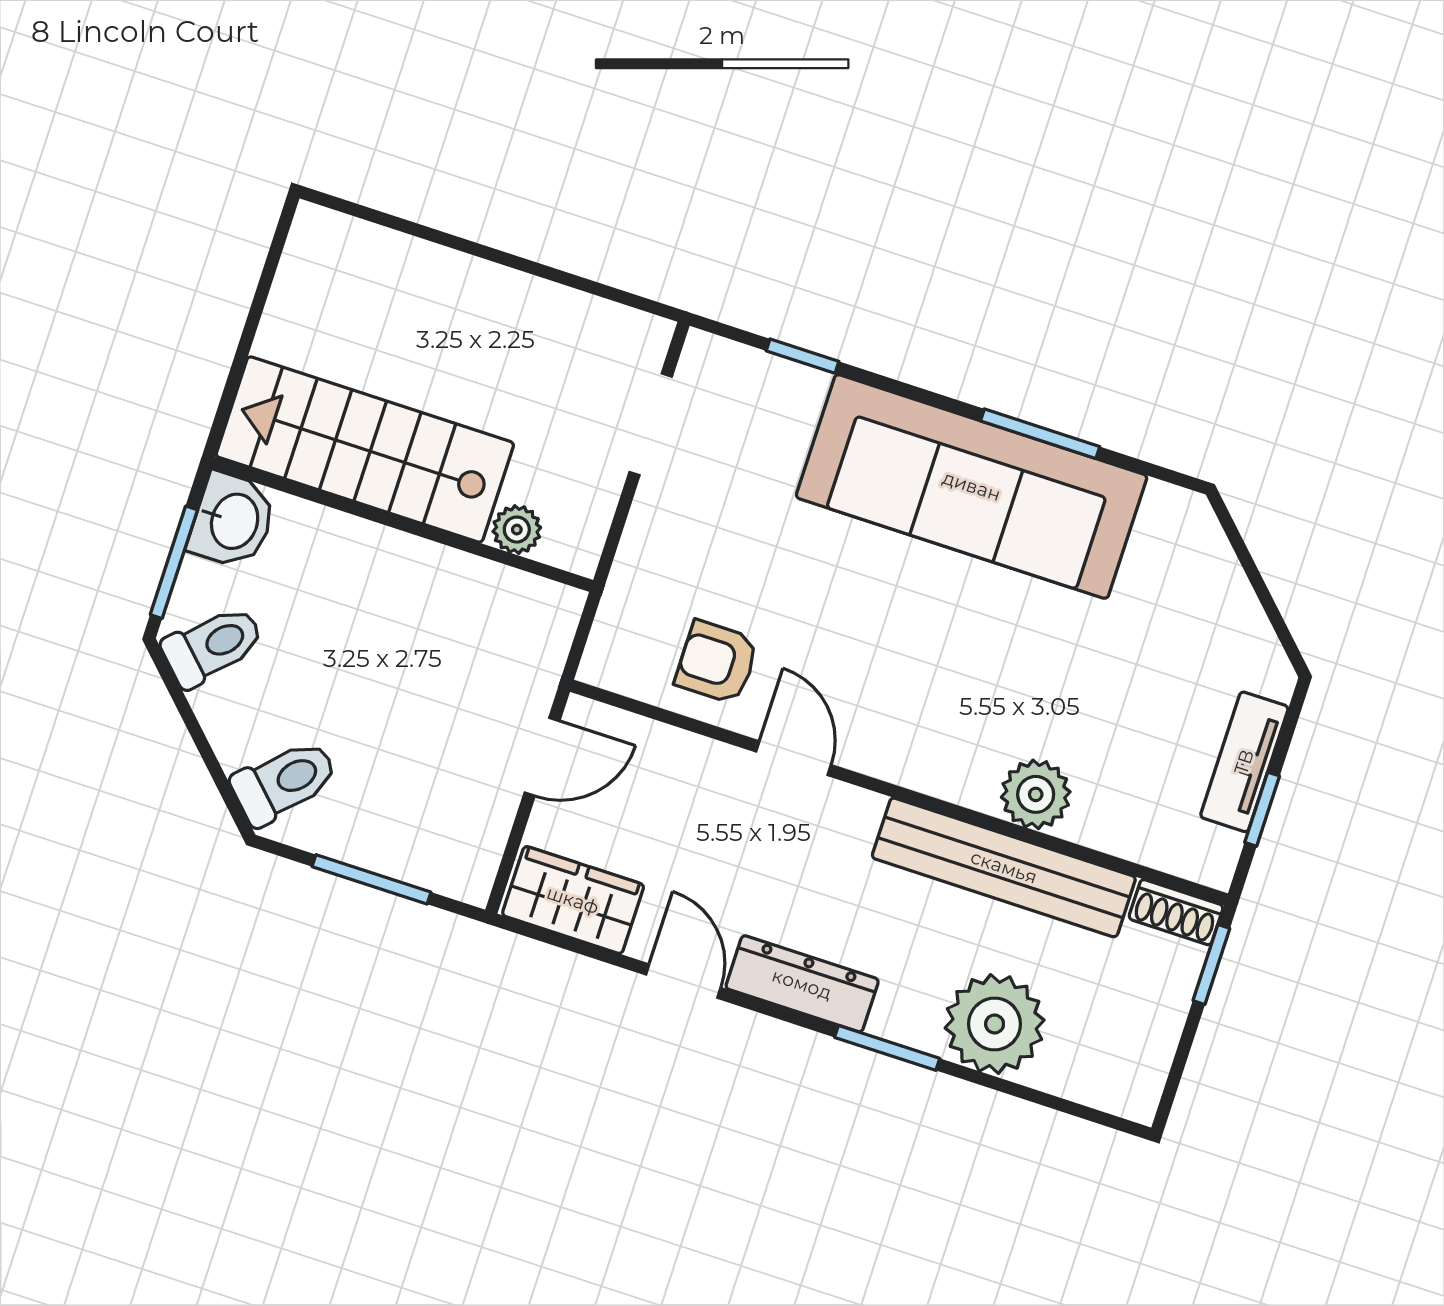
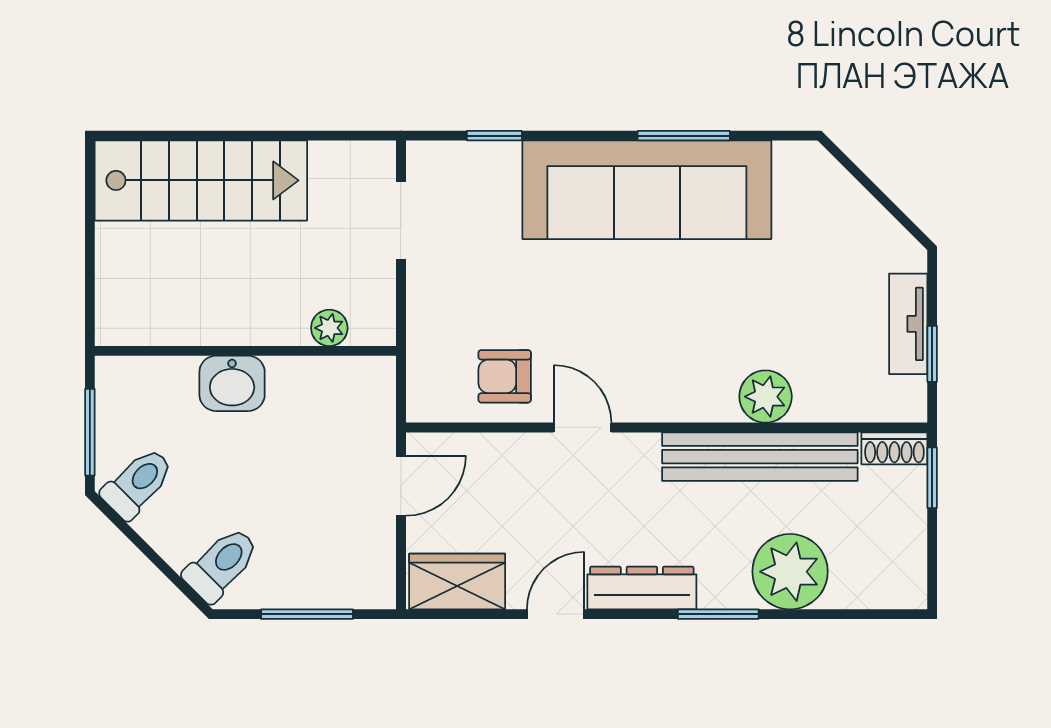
stairs: (365, 450) -> (201, 180), moved, turned 180
washbasin: (233, 521) -> (232, 383), moved, turned 90
door: (683, 981) -> (556, 614), hinge flipped

